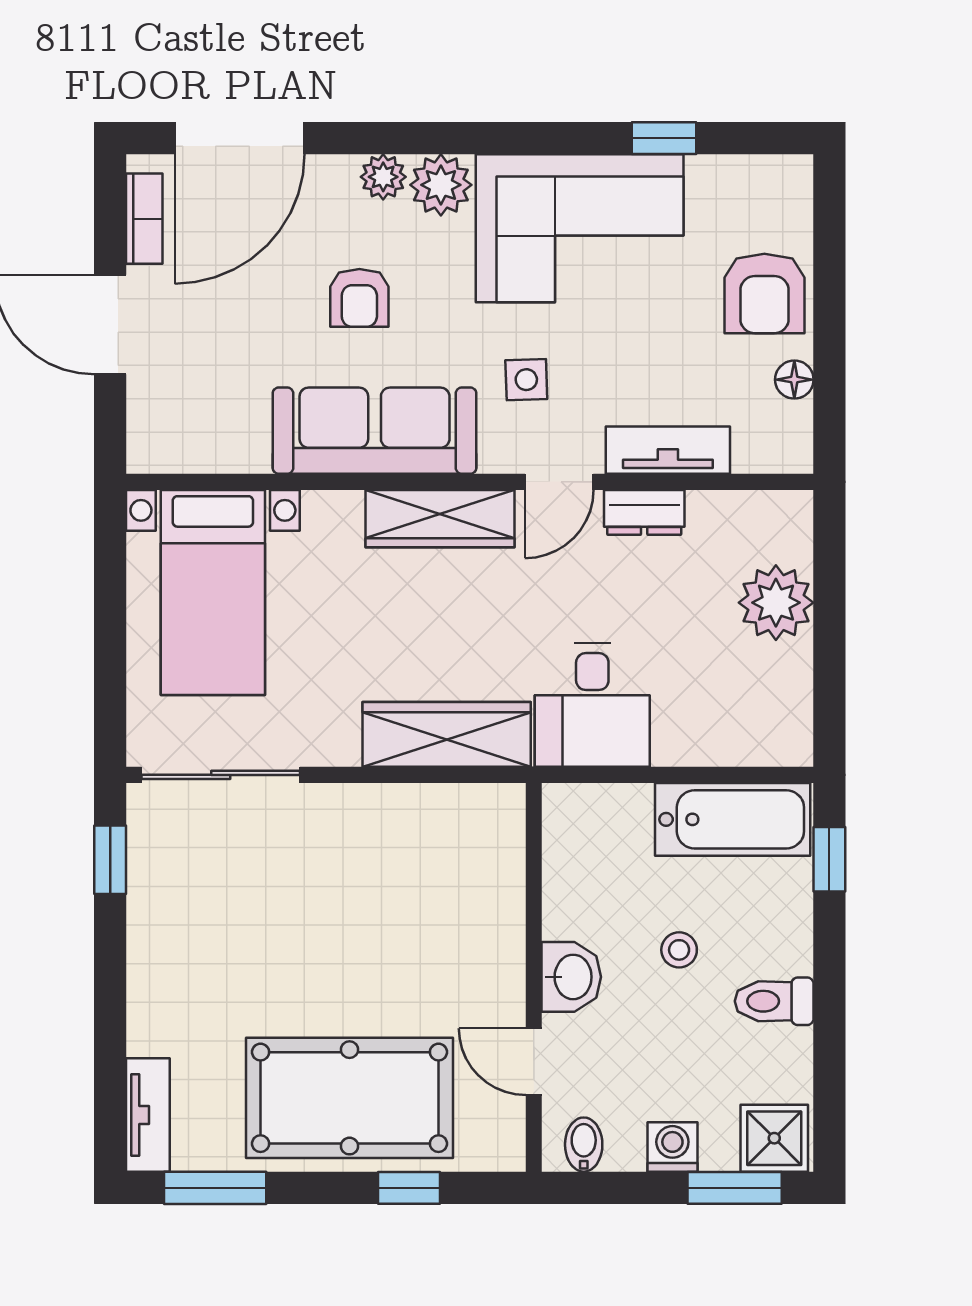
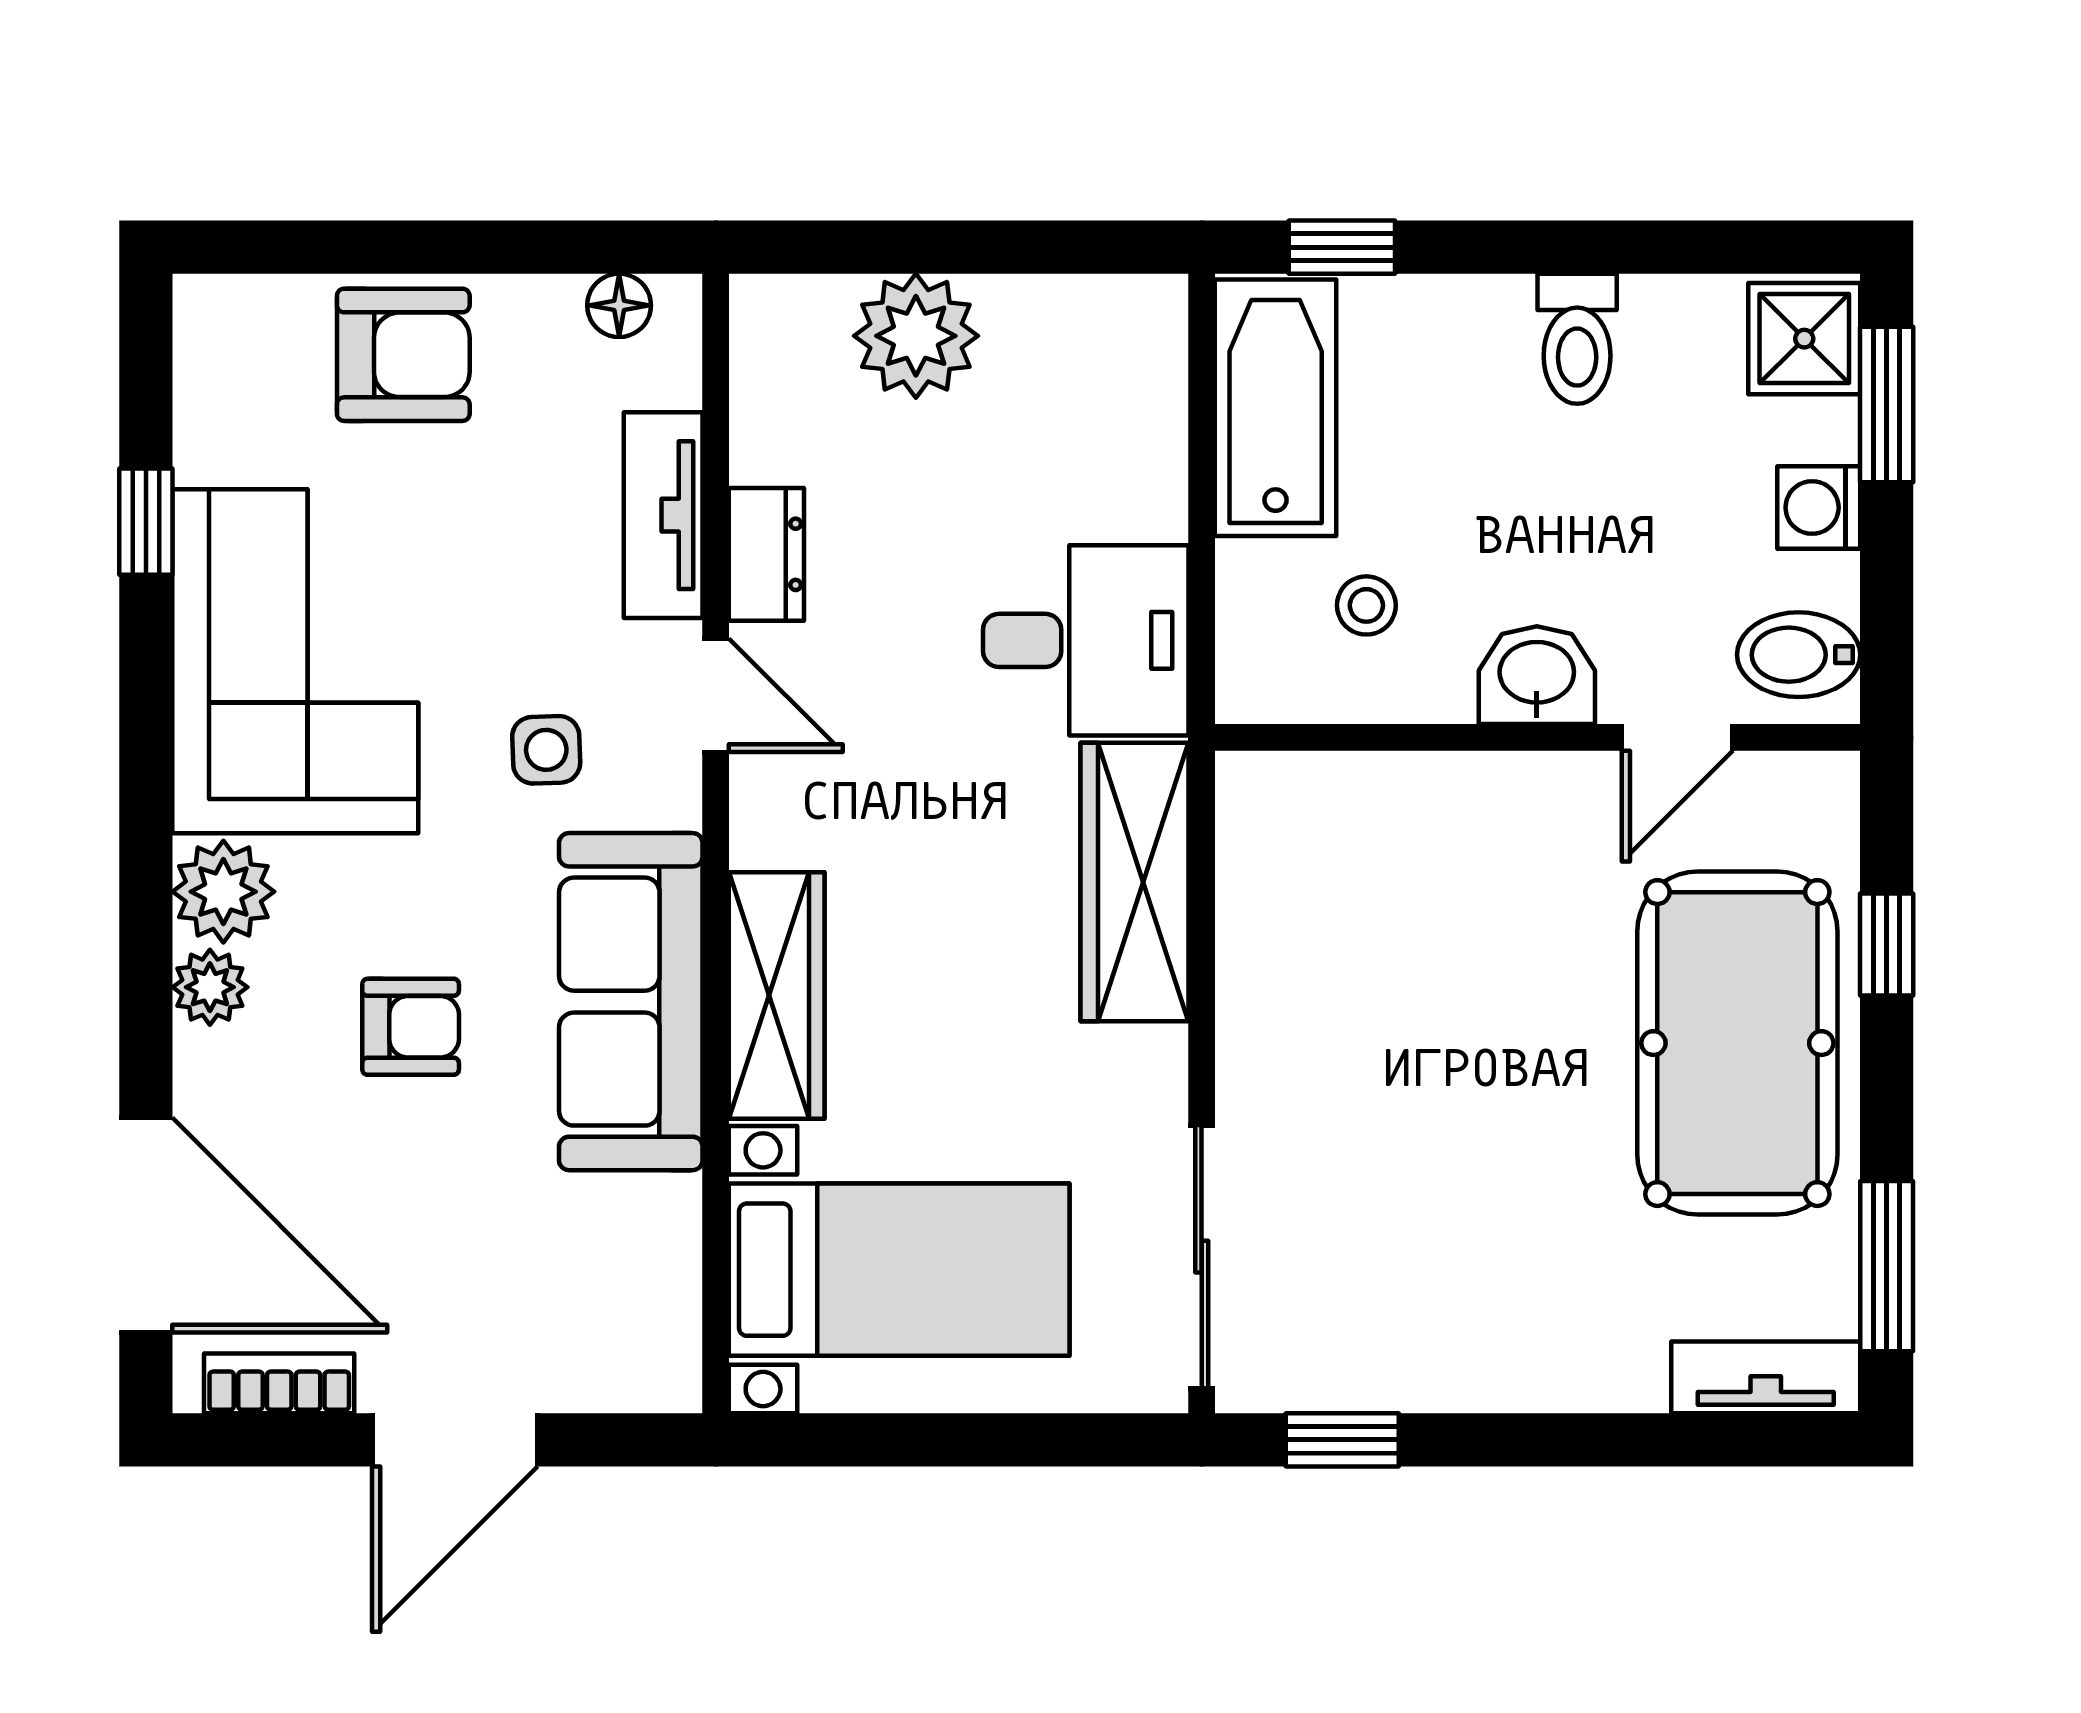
floor lamp: (794, 380) -> (619, 305), moved
wardrobe: (440, 519) -> (777, 995), moved
stool: (679, 950) -> (1366, 605), moved
bidet: (584, 1145) -> (1799, 655), width x1.38, depth x1.36

